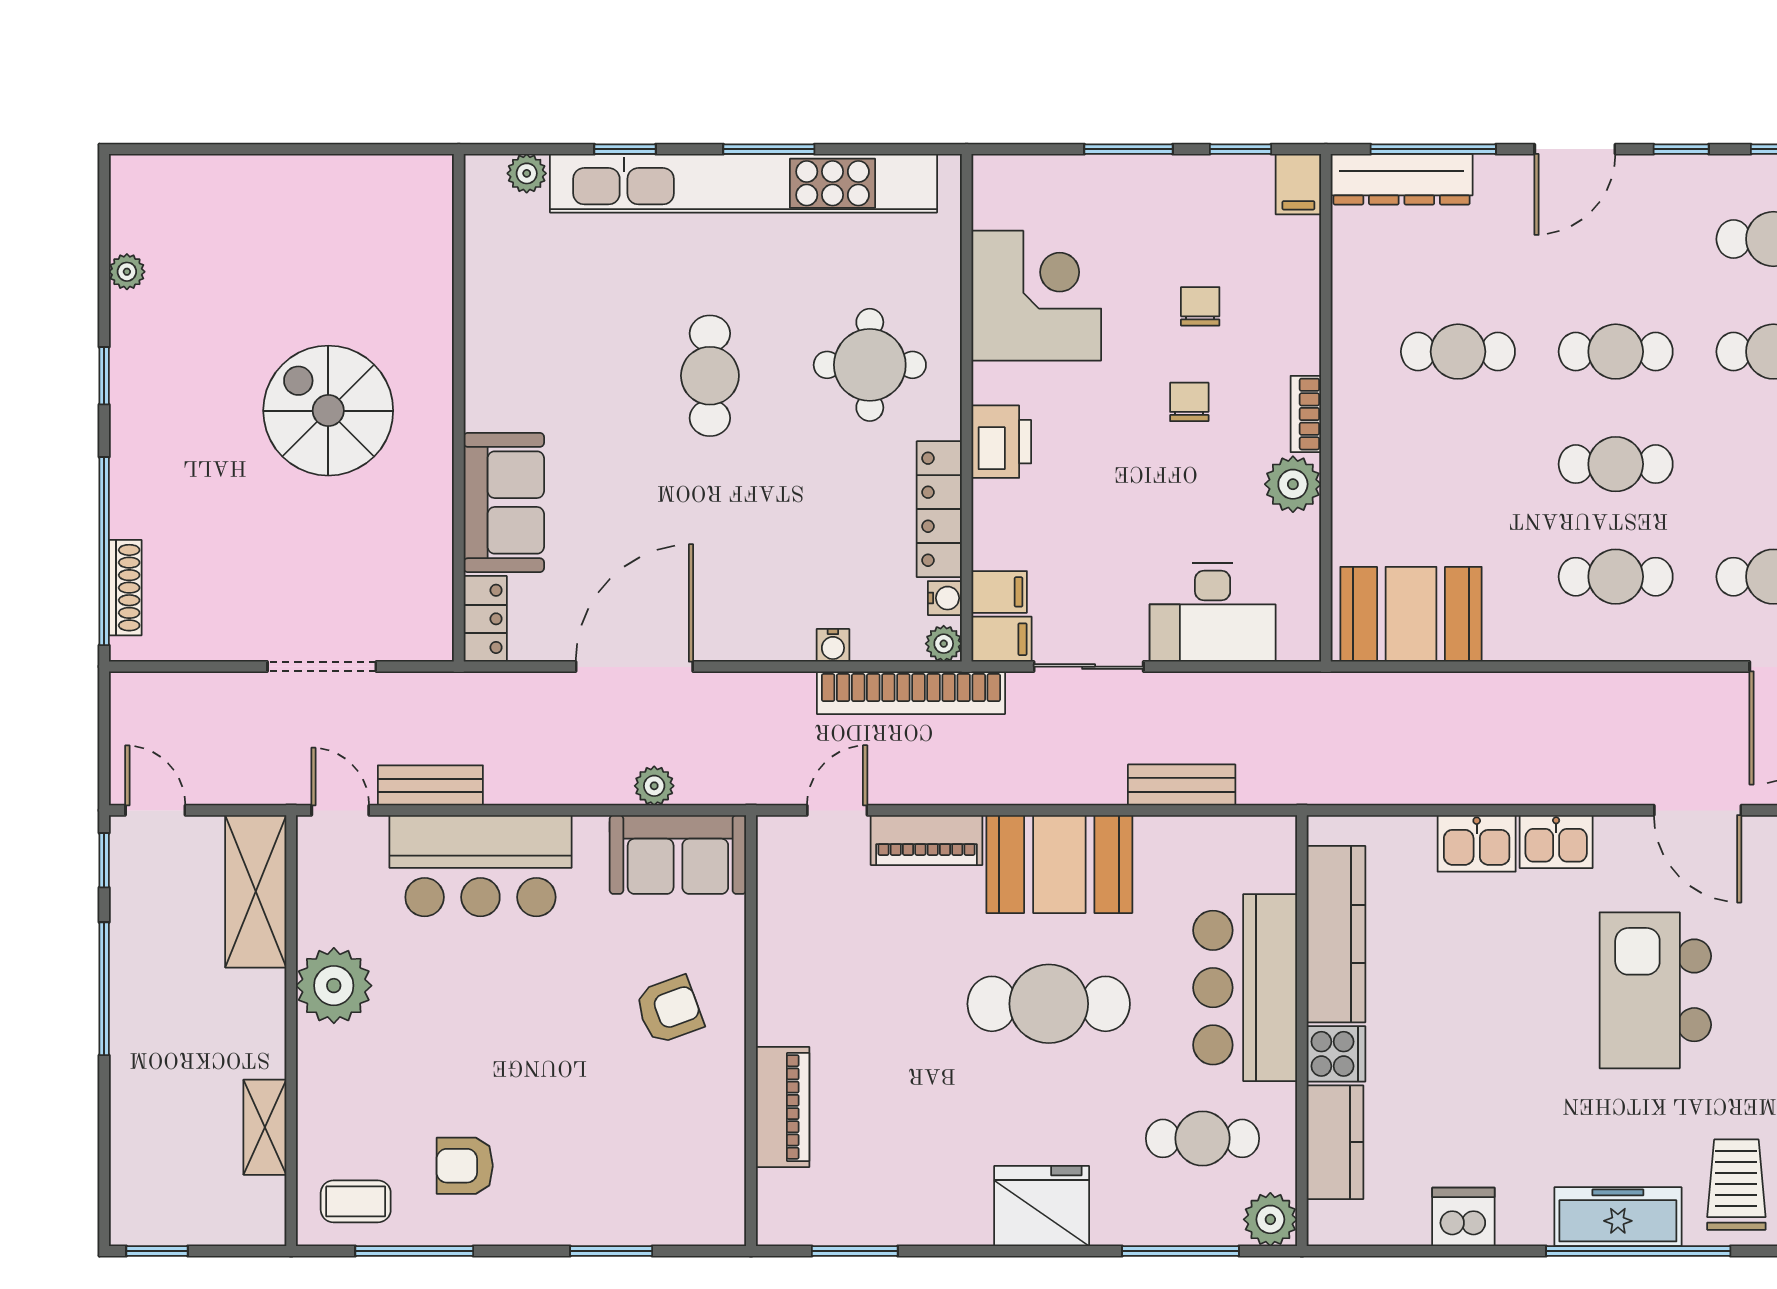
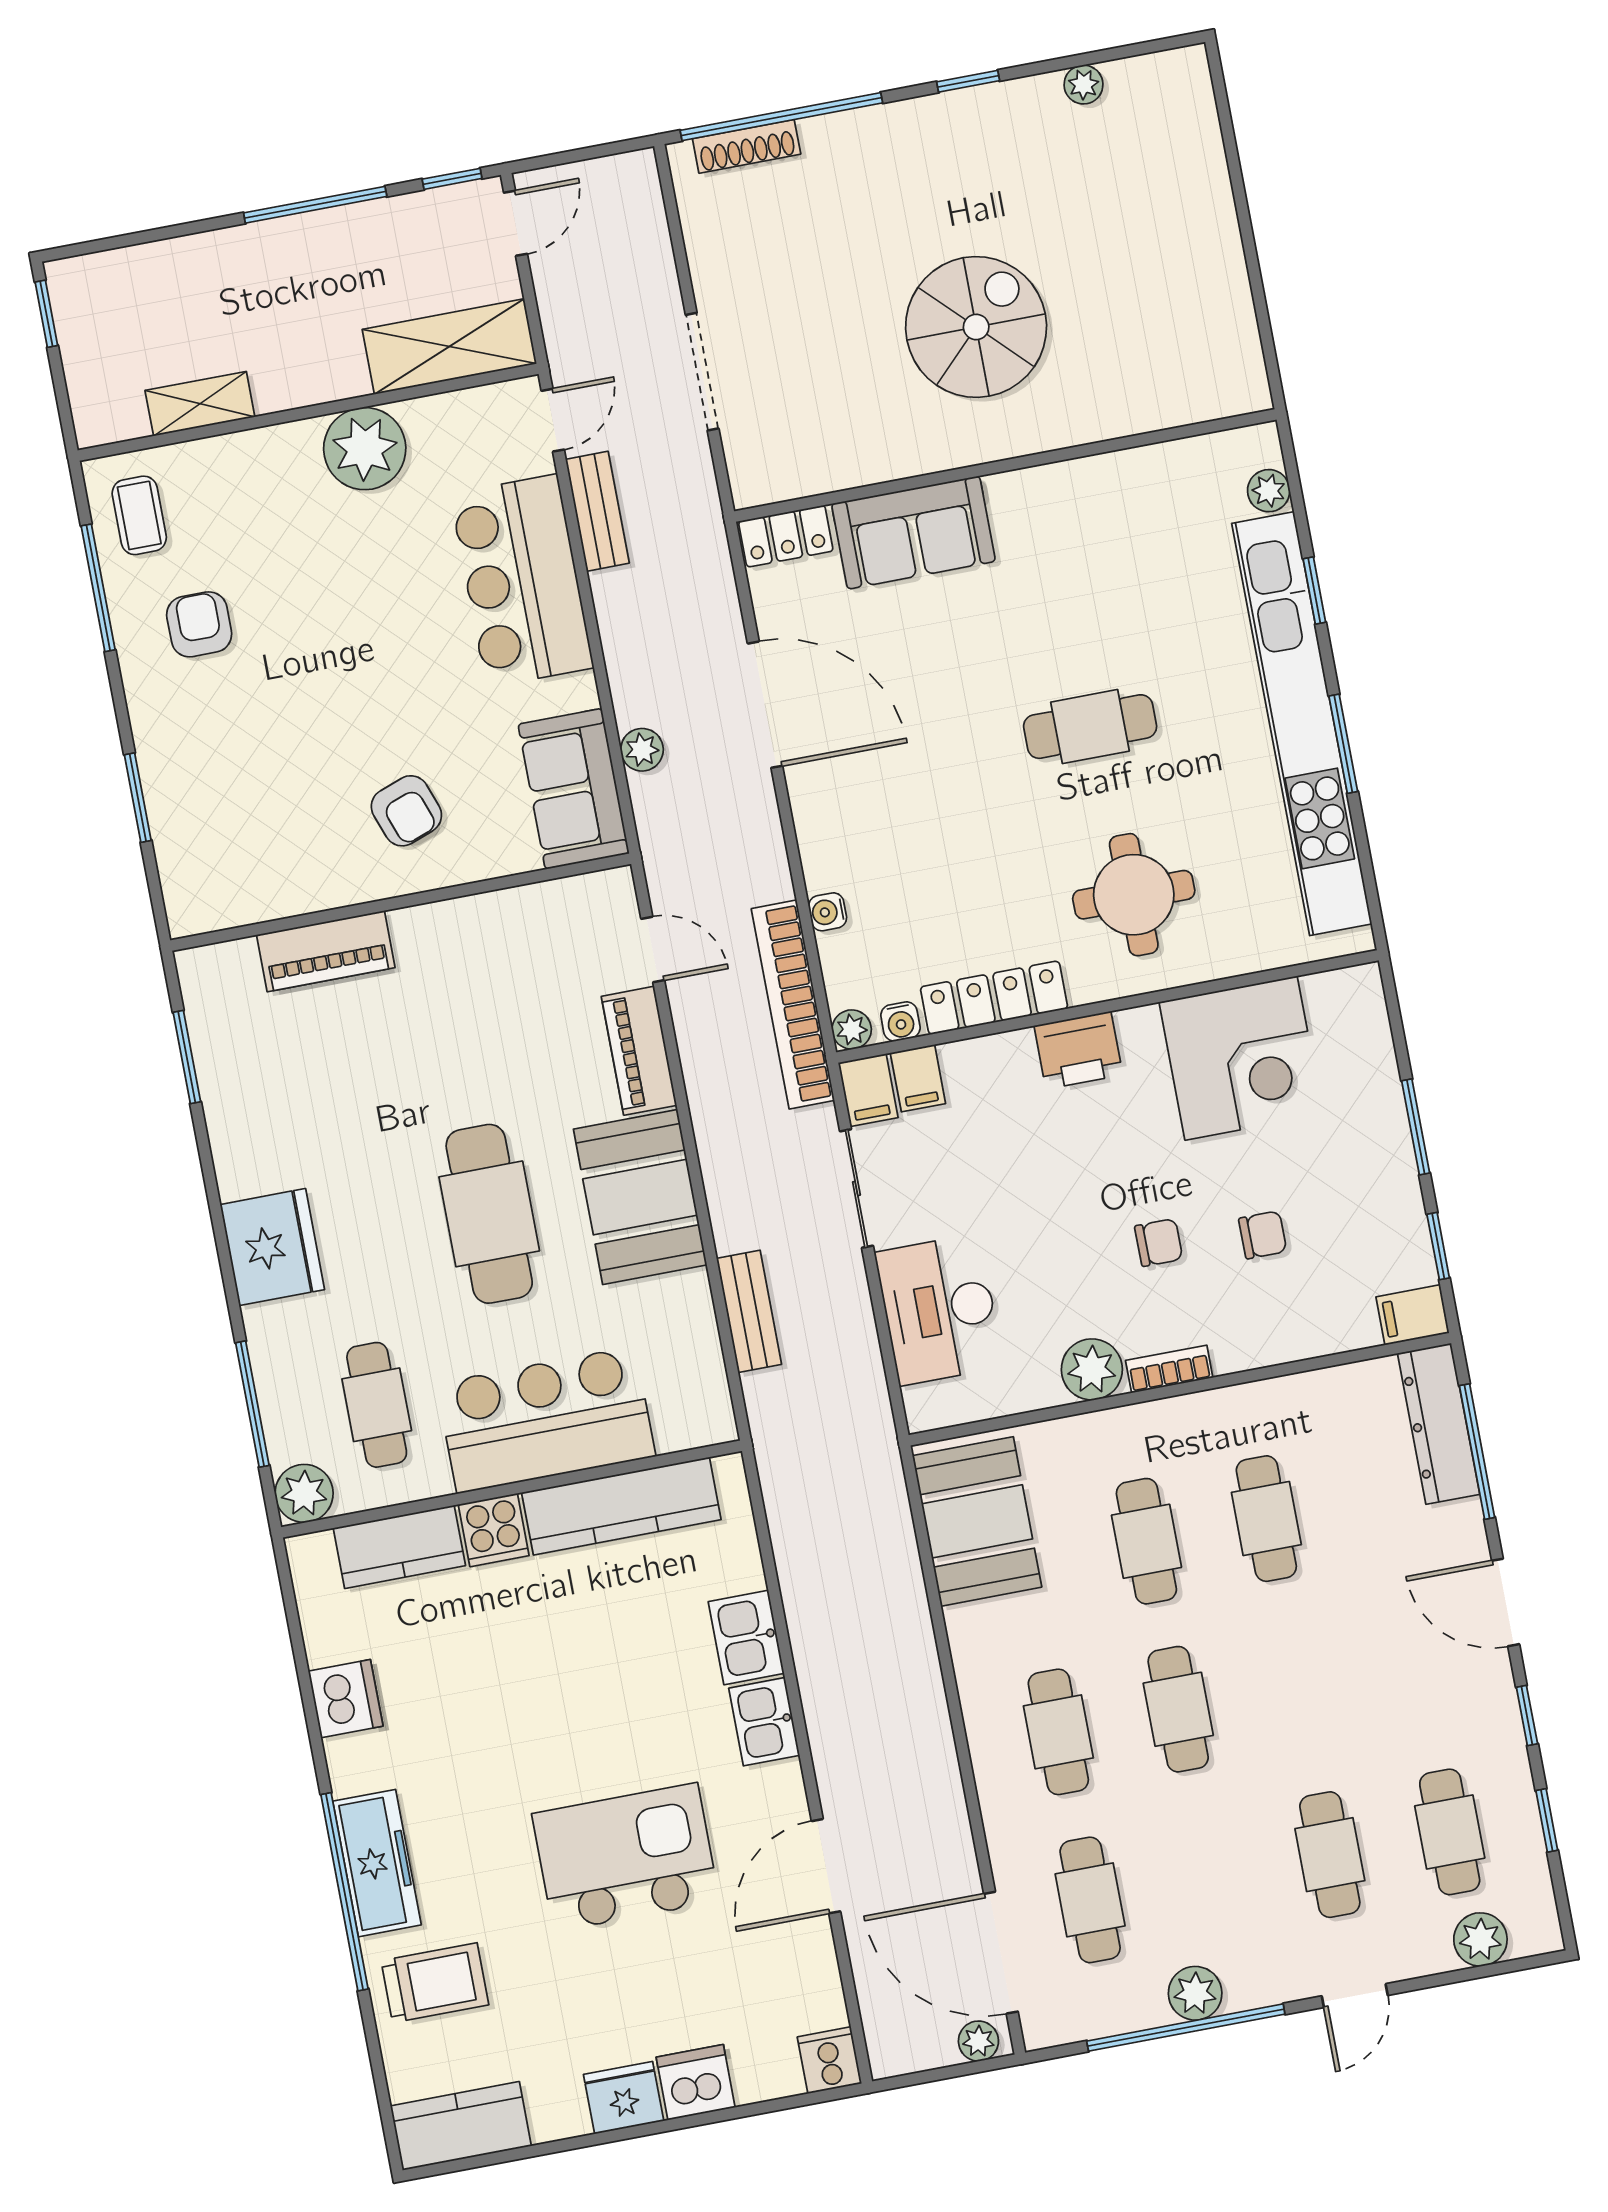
cafe table: (1616, 352) -> (1146, 1541), moved

